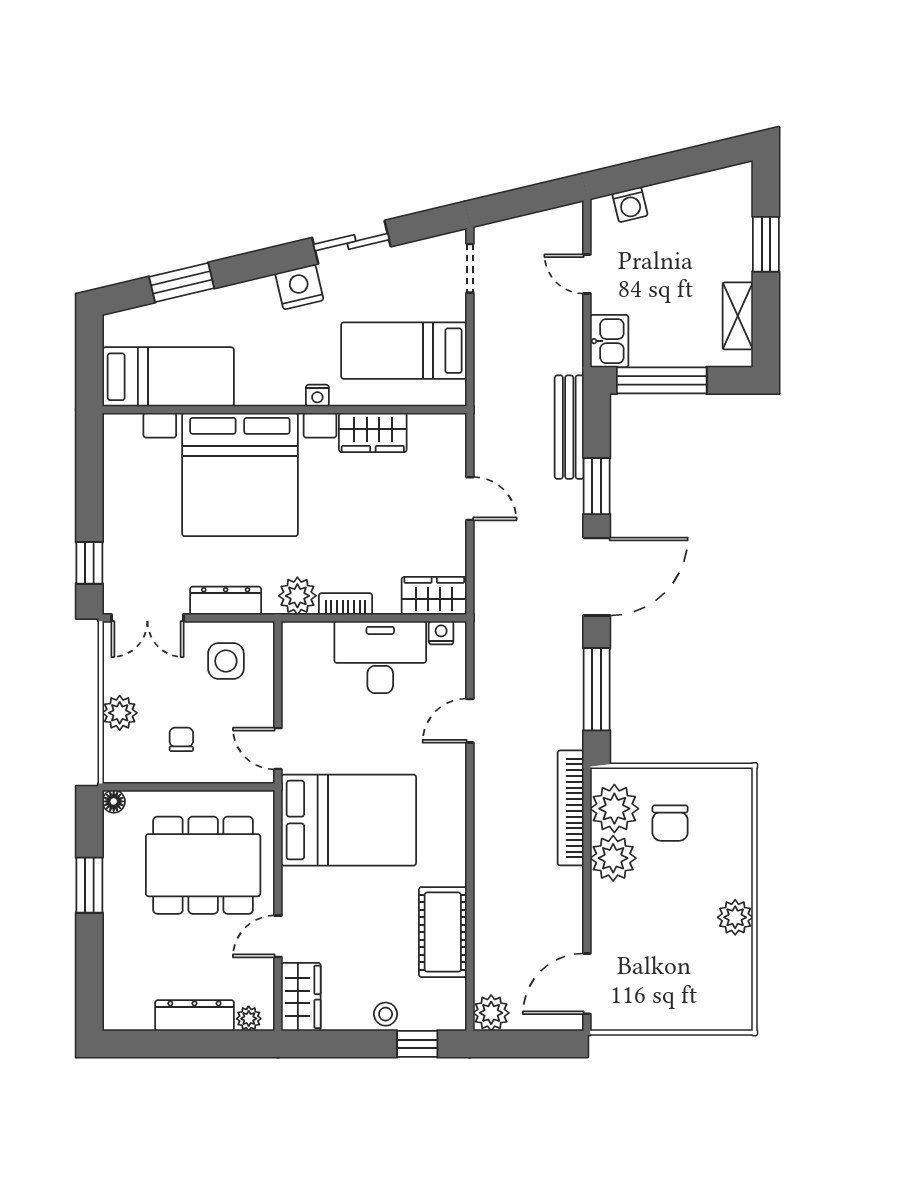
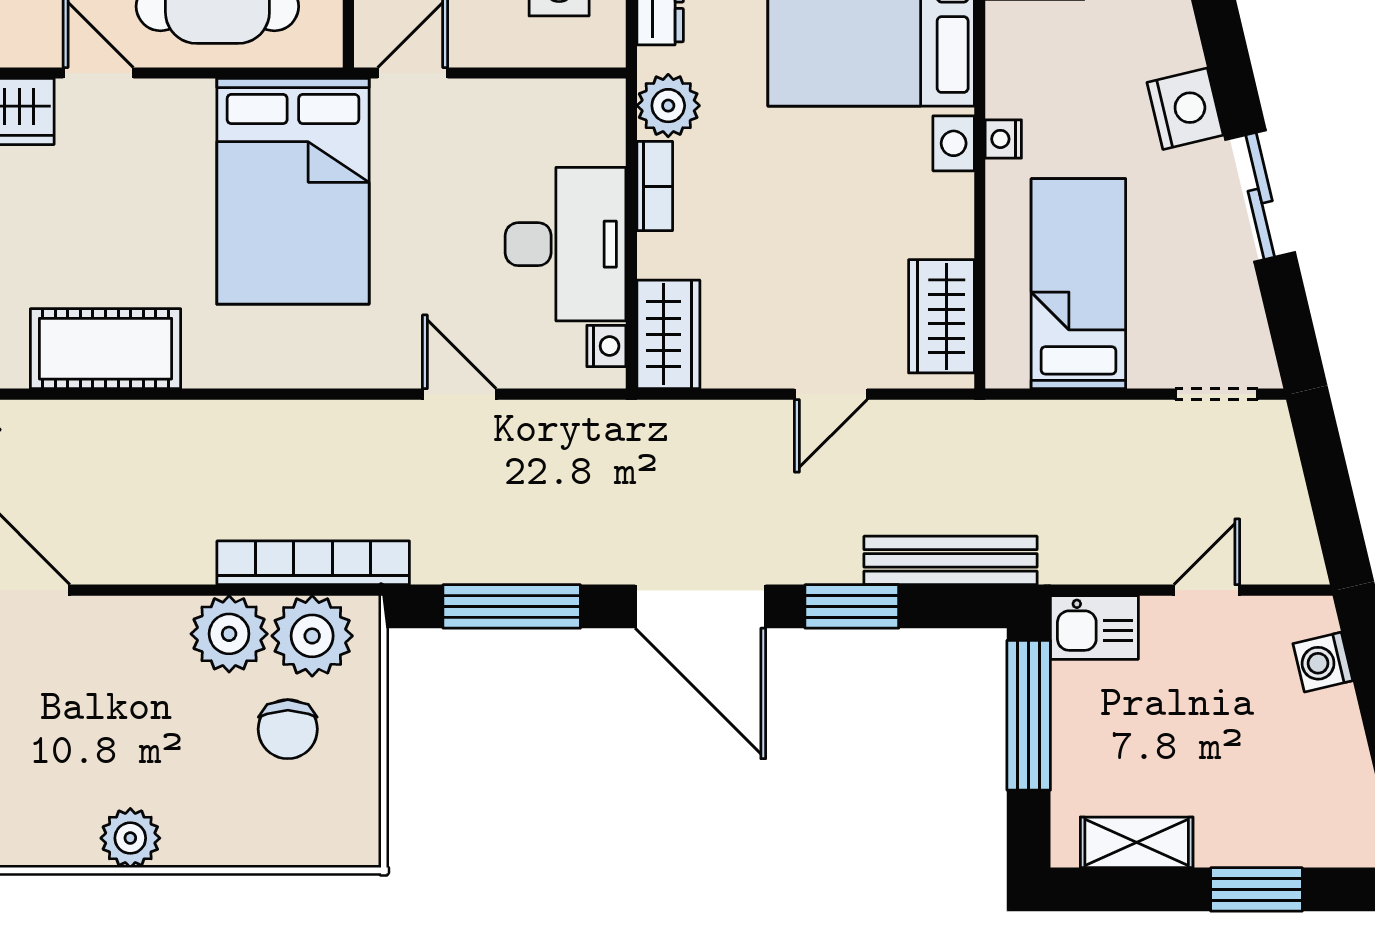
wardrobe: (373, 433) -> (941, 316), moved
chair: (670, 823) -> (288, 729), turned -90

